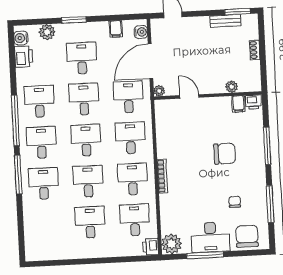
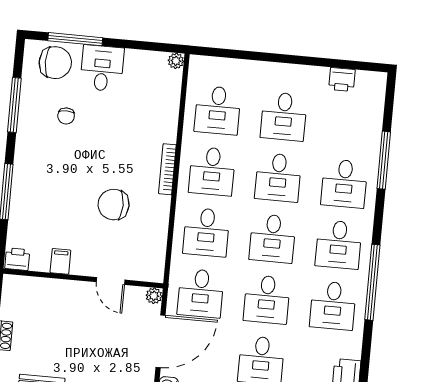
plant: (232, 87) -> (46, 287), removed
filing cabinet: (238, 104) -> (60, 261), moved
chair: (225, 154) -> (114, 205), moved
window: (18, 175) -> (384, 160), moved
chair: (247, 236) -> (55, 63), turned -90
desk: (210, 237) -> (102, 68), width x0.73
plant: (172, 244) -> (176, 61), width x0.53, depth x0.53
printer: (151, 247) -> (342, 79), moved, turned 90
window: (205, 255) -> (75, 39), moved

